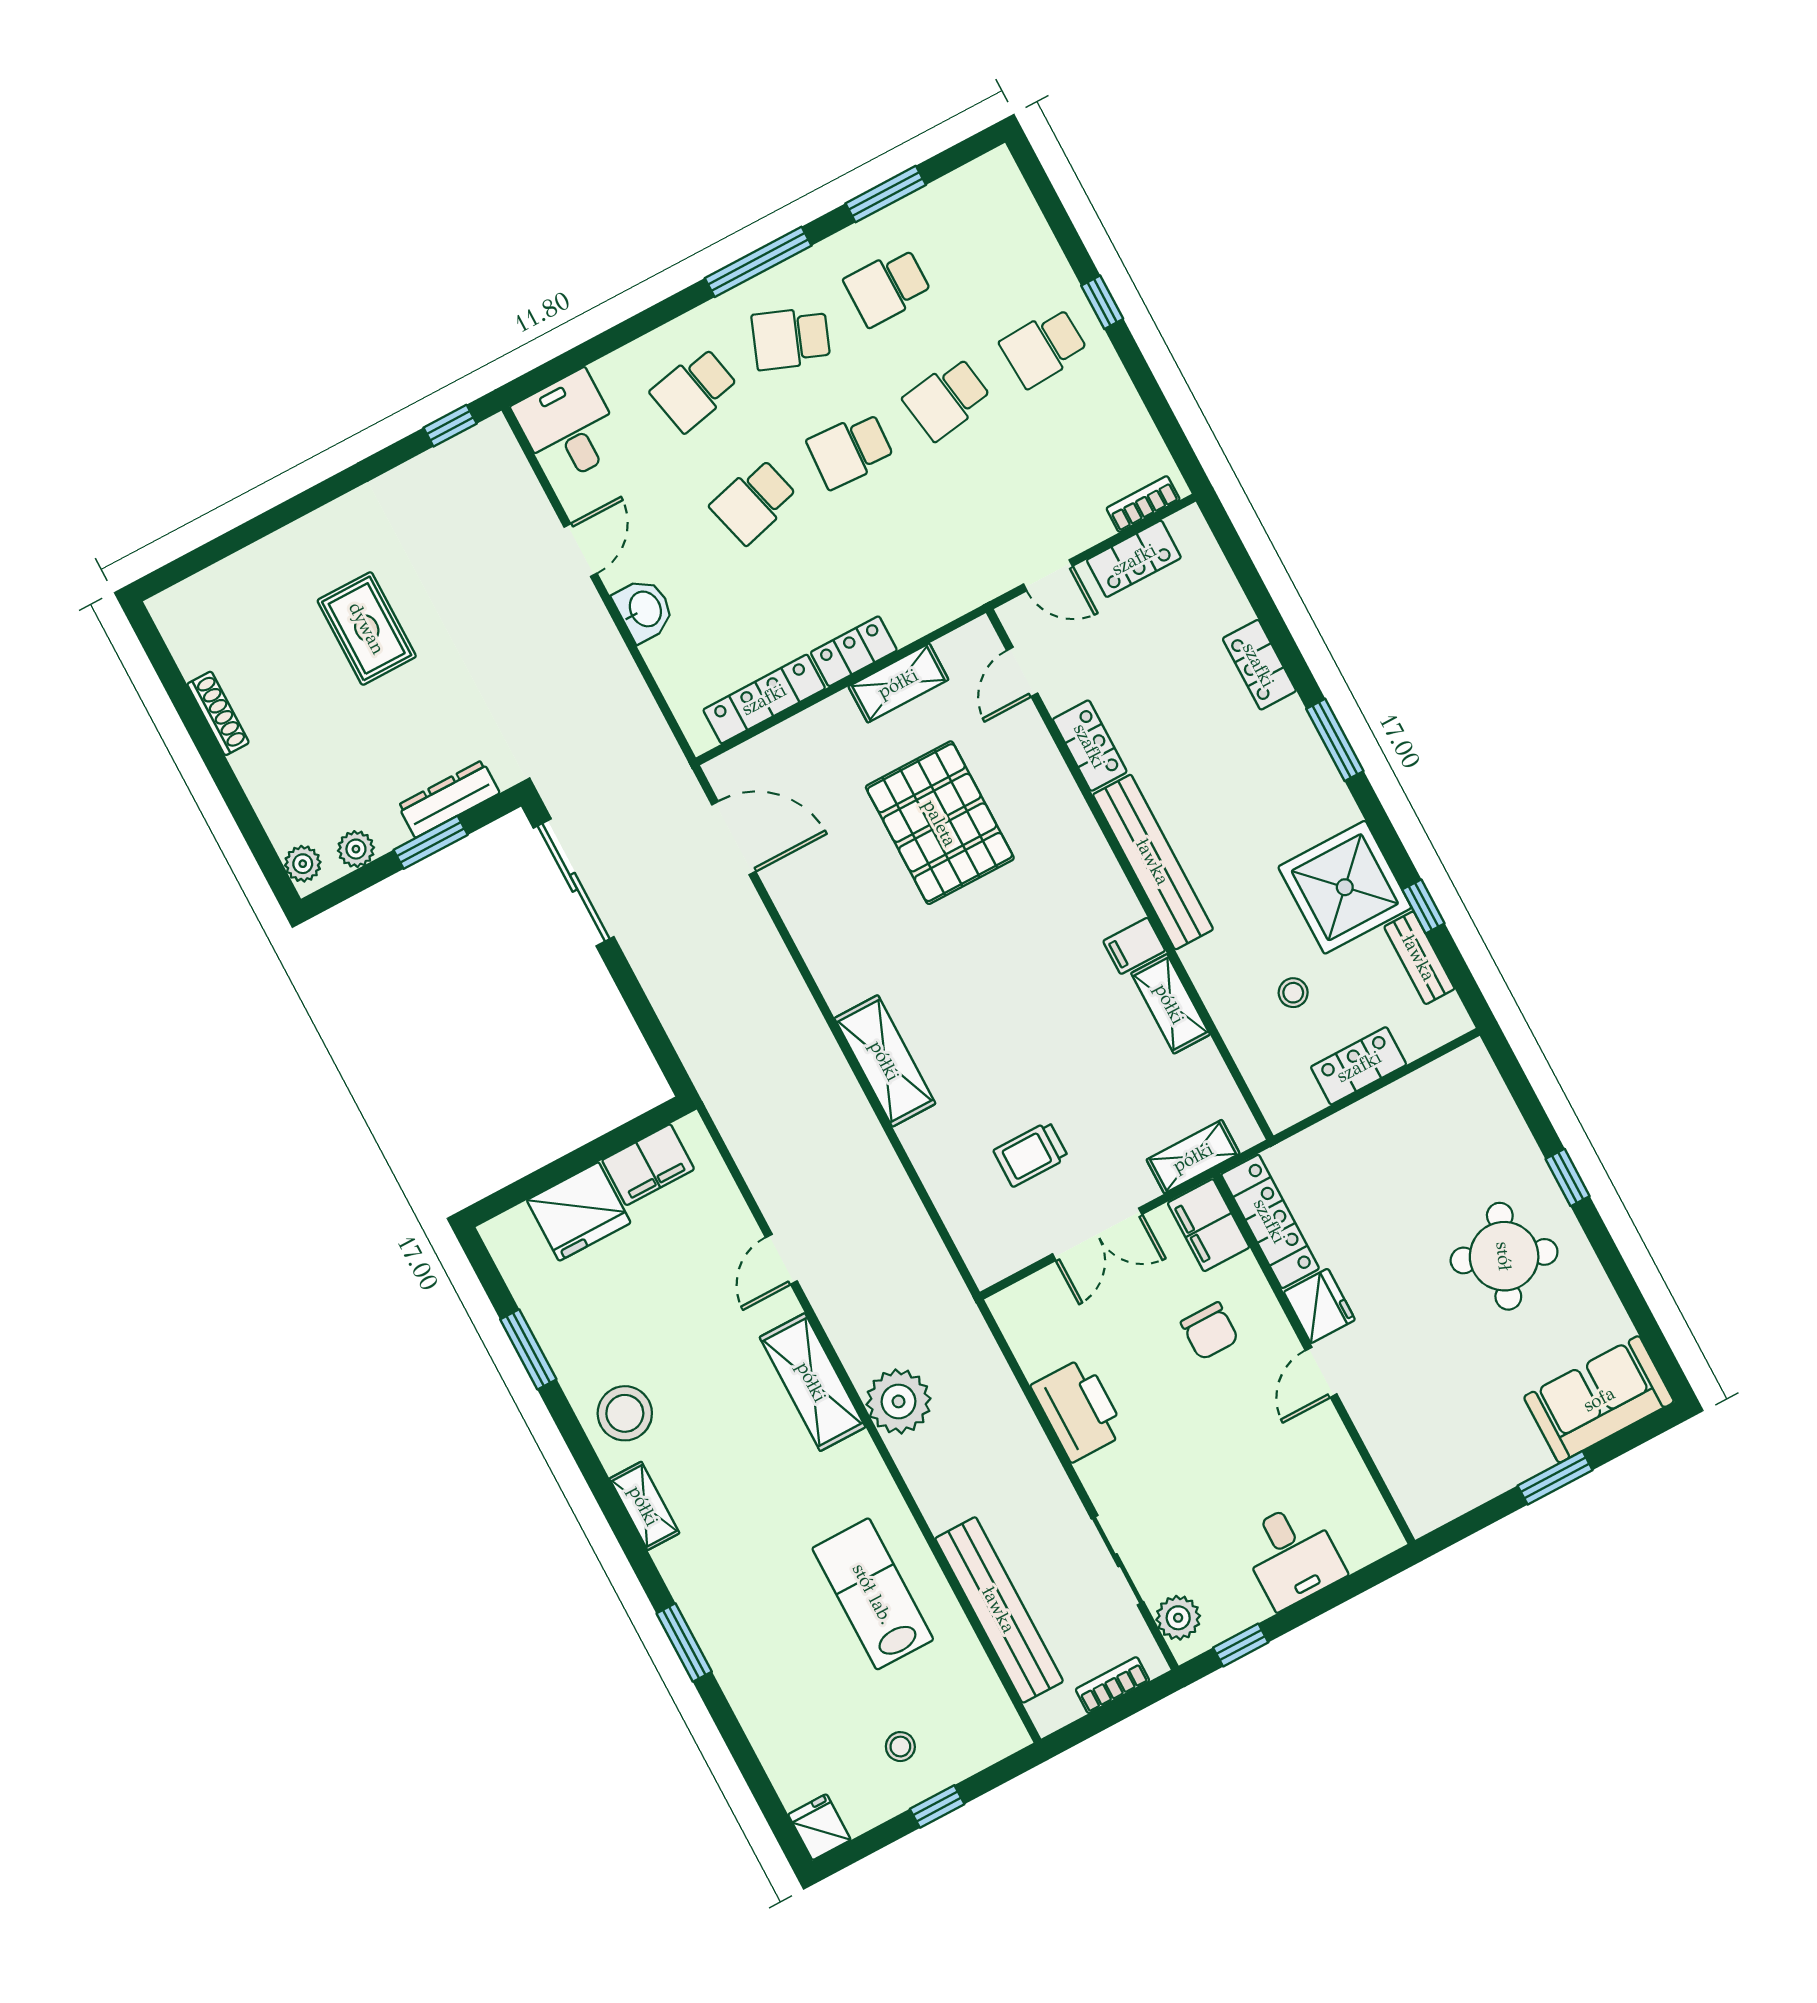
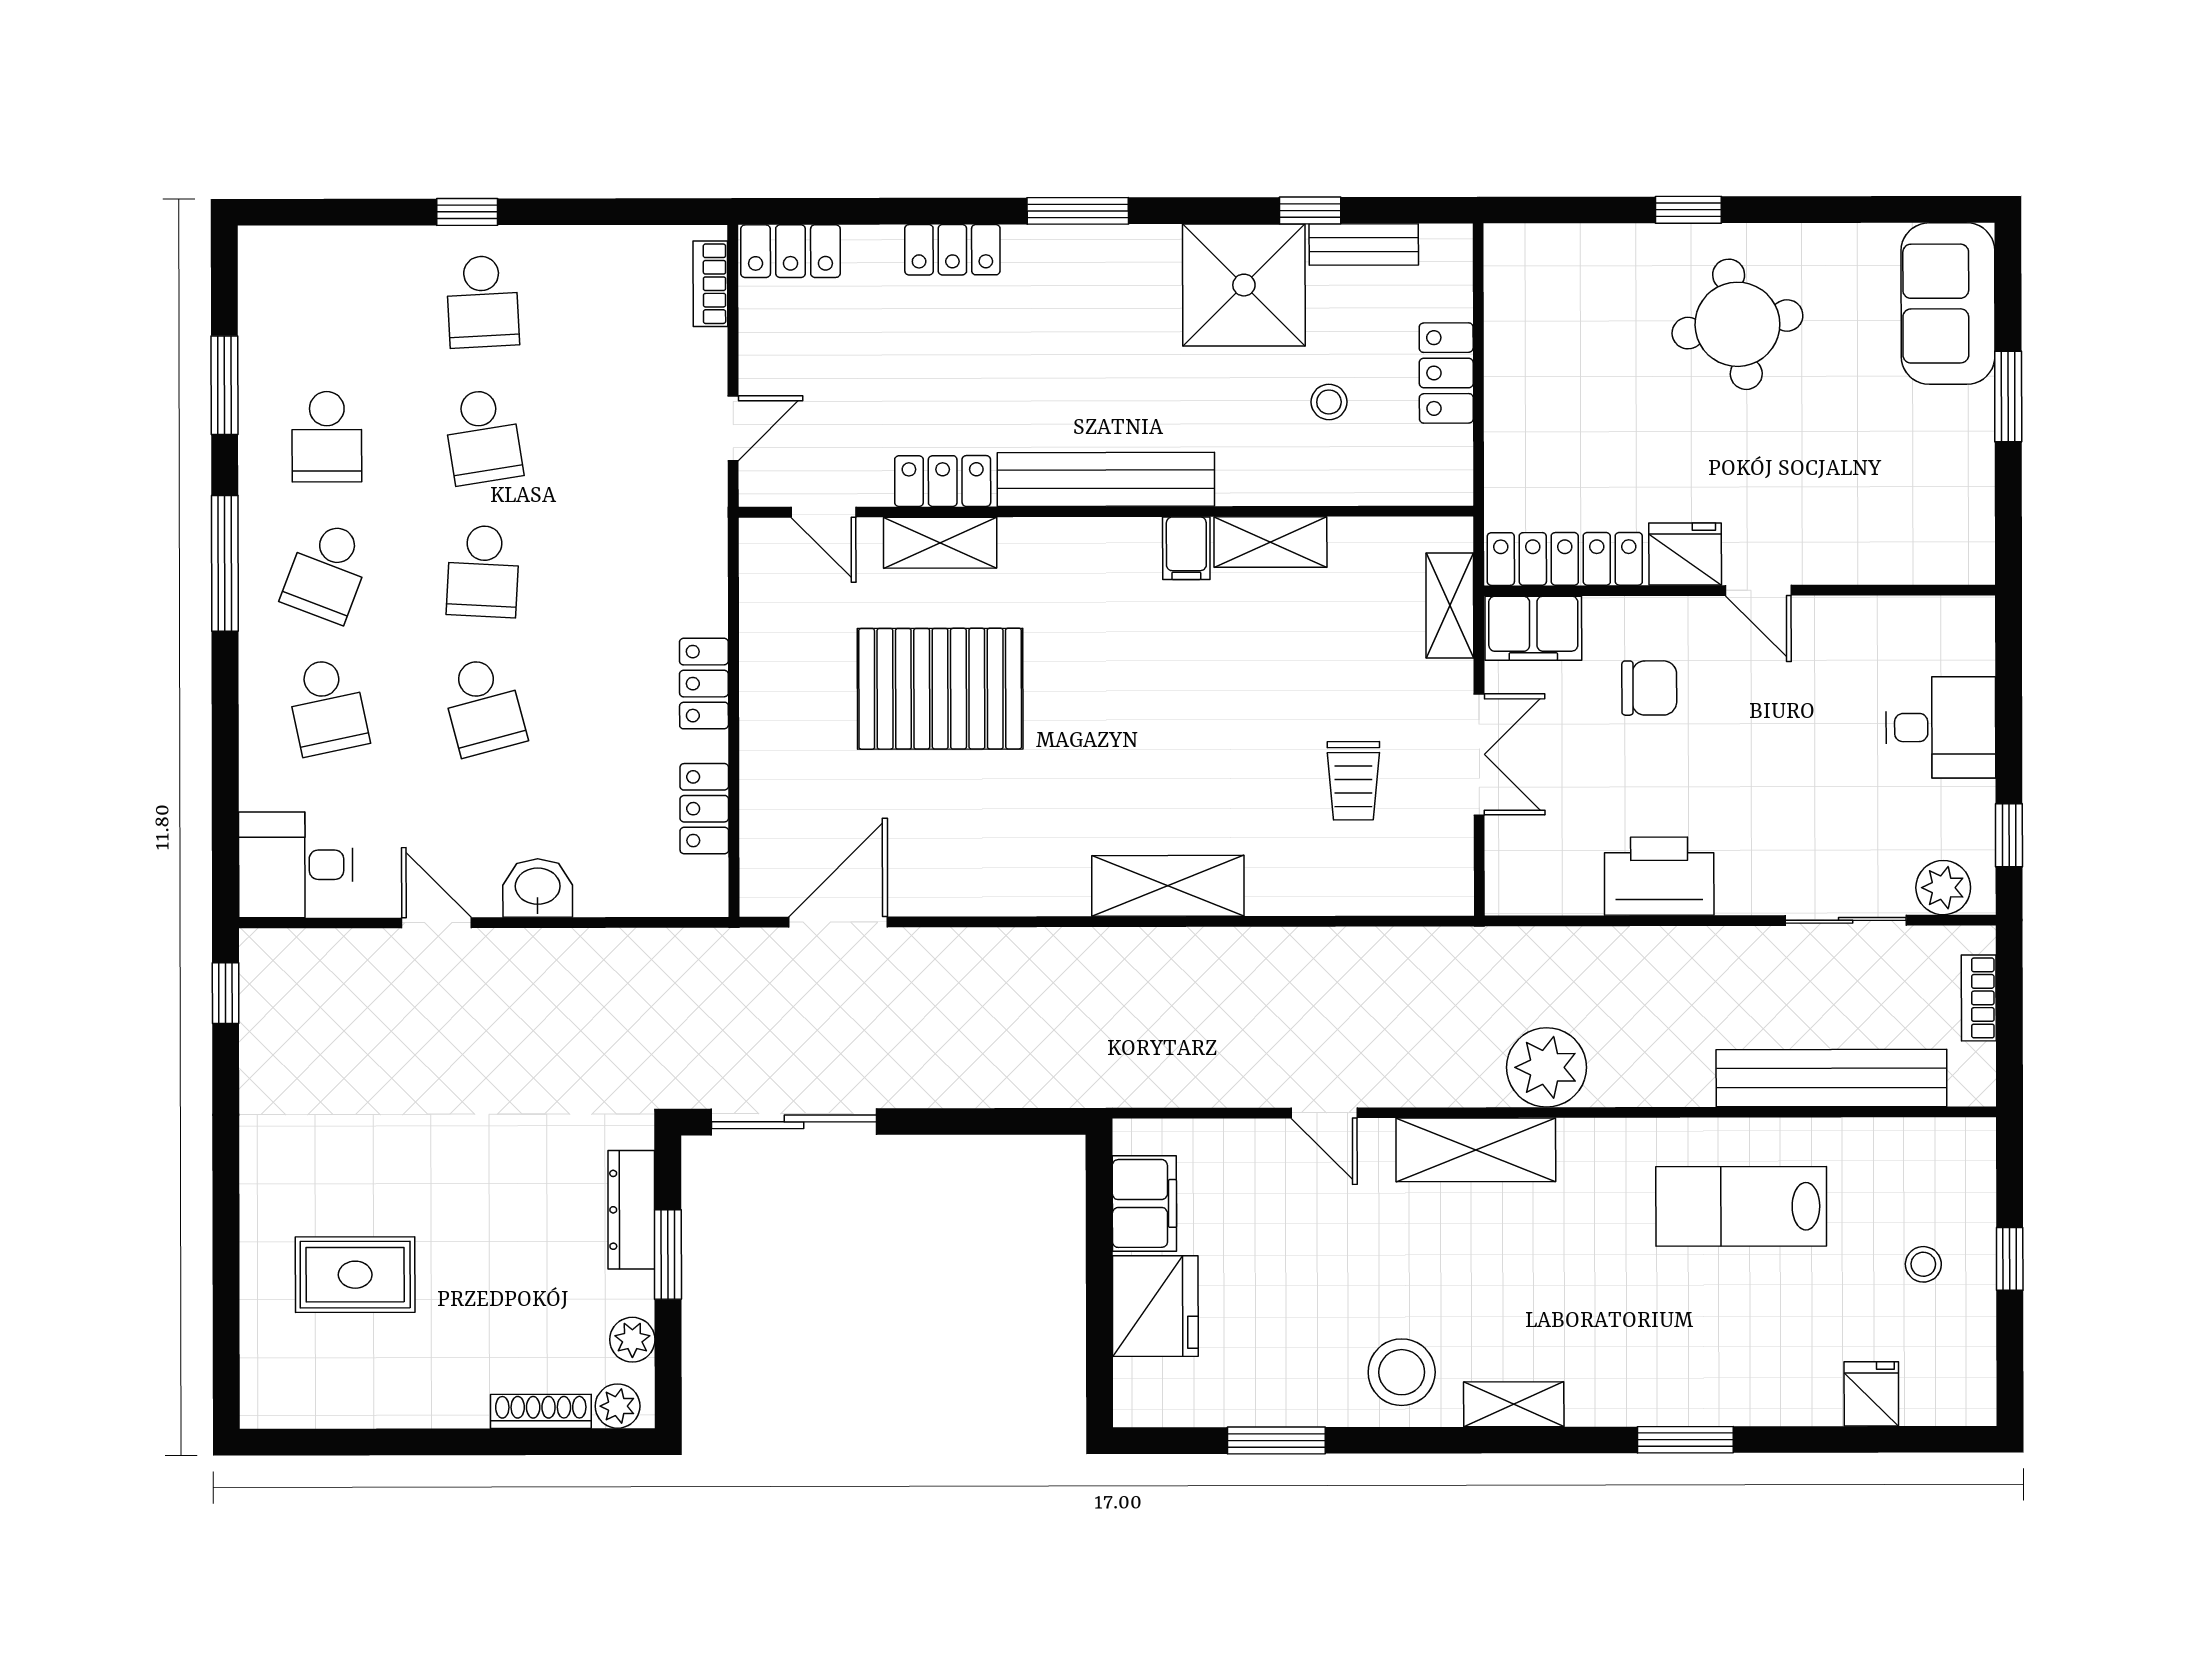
locker: (1134, 559) -> (790, 251), moved, turned 90
rug: (367, 628) -> (355, 1275), moved
shelving: (898, 683) -> (940, 543), moved, turned 90
locker: (764, 699) -> (704, 809), width x0.66
shoe rack: (218, 713) -> (541, 1411), moved
round table: (1504, 1256) -> (1737, 324), turned -32
fridge: (819, 1827) -> (1871, 1394), moved, turned 90

